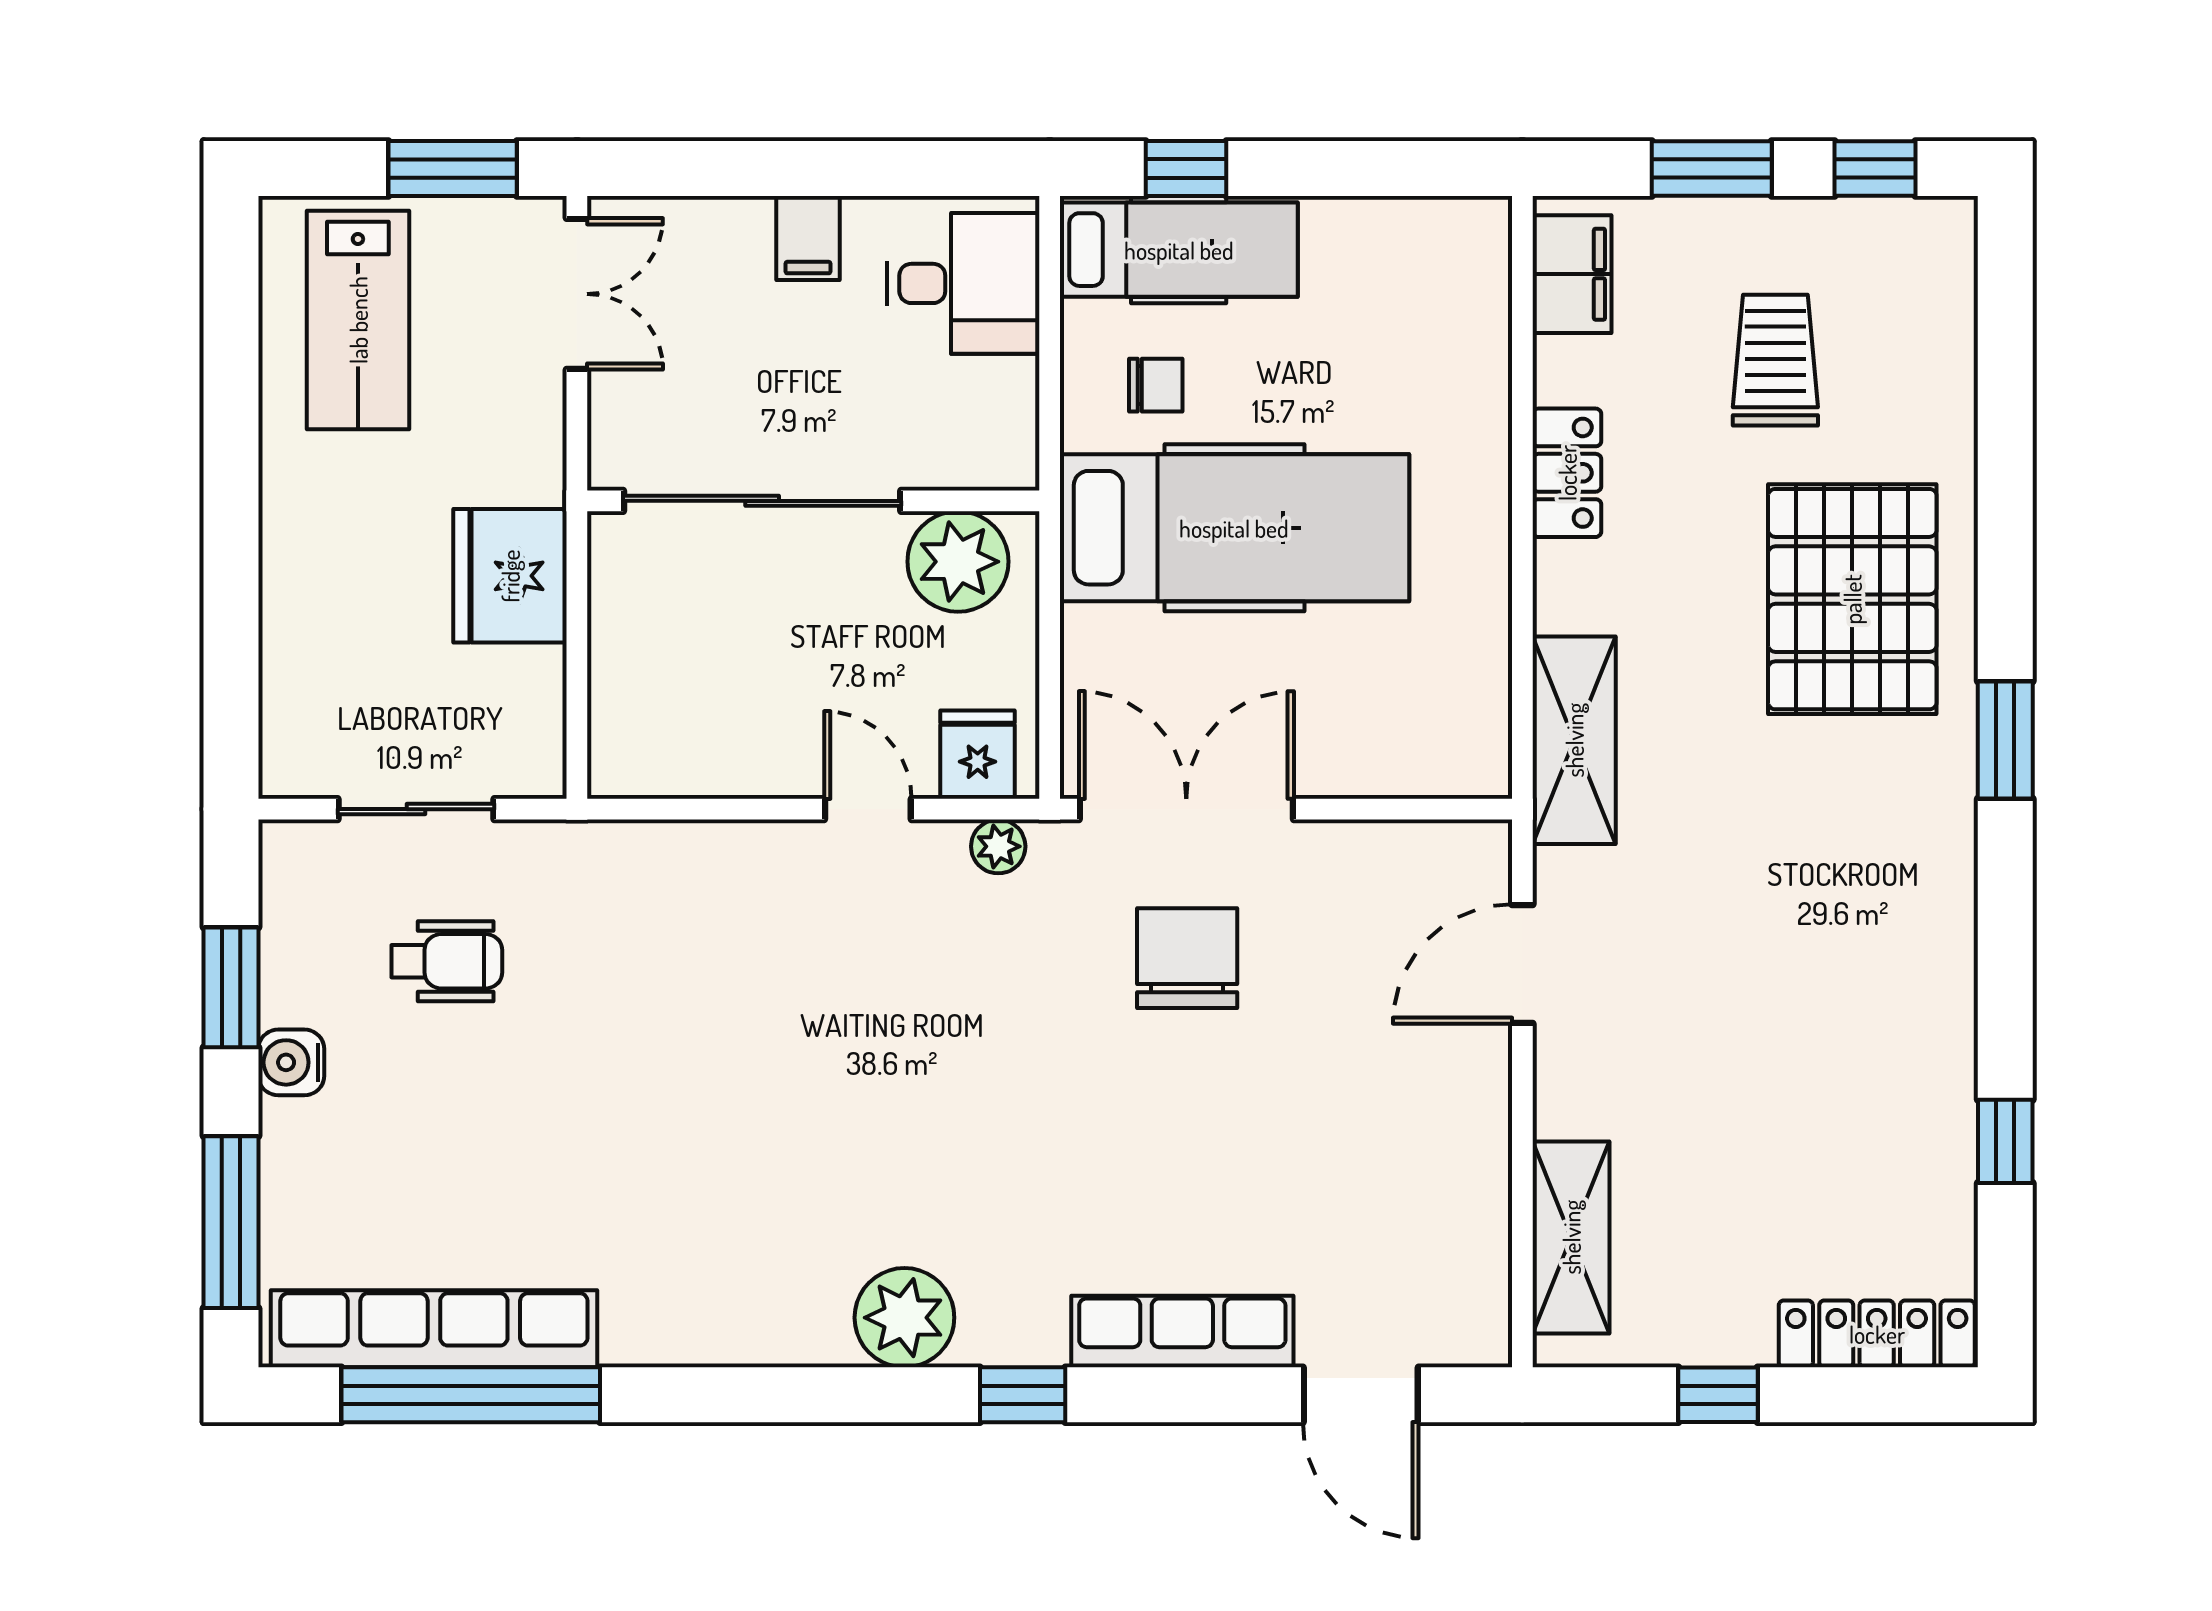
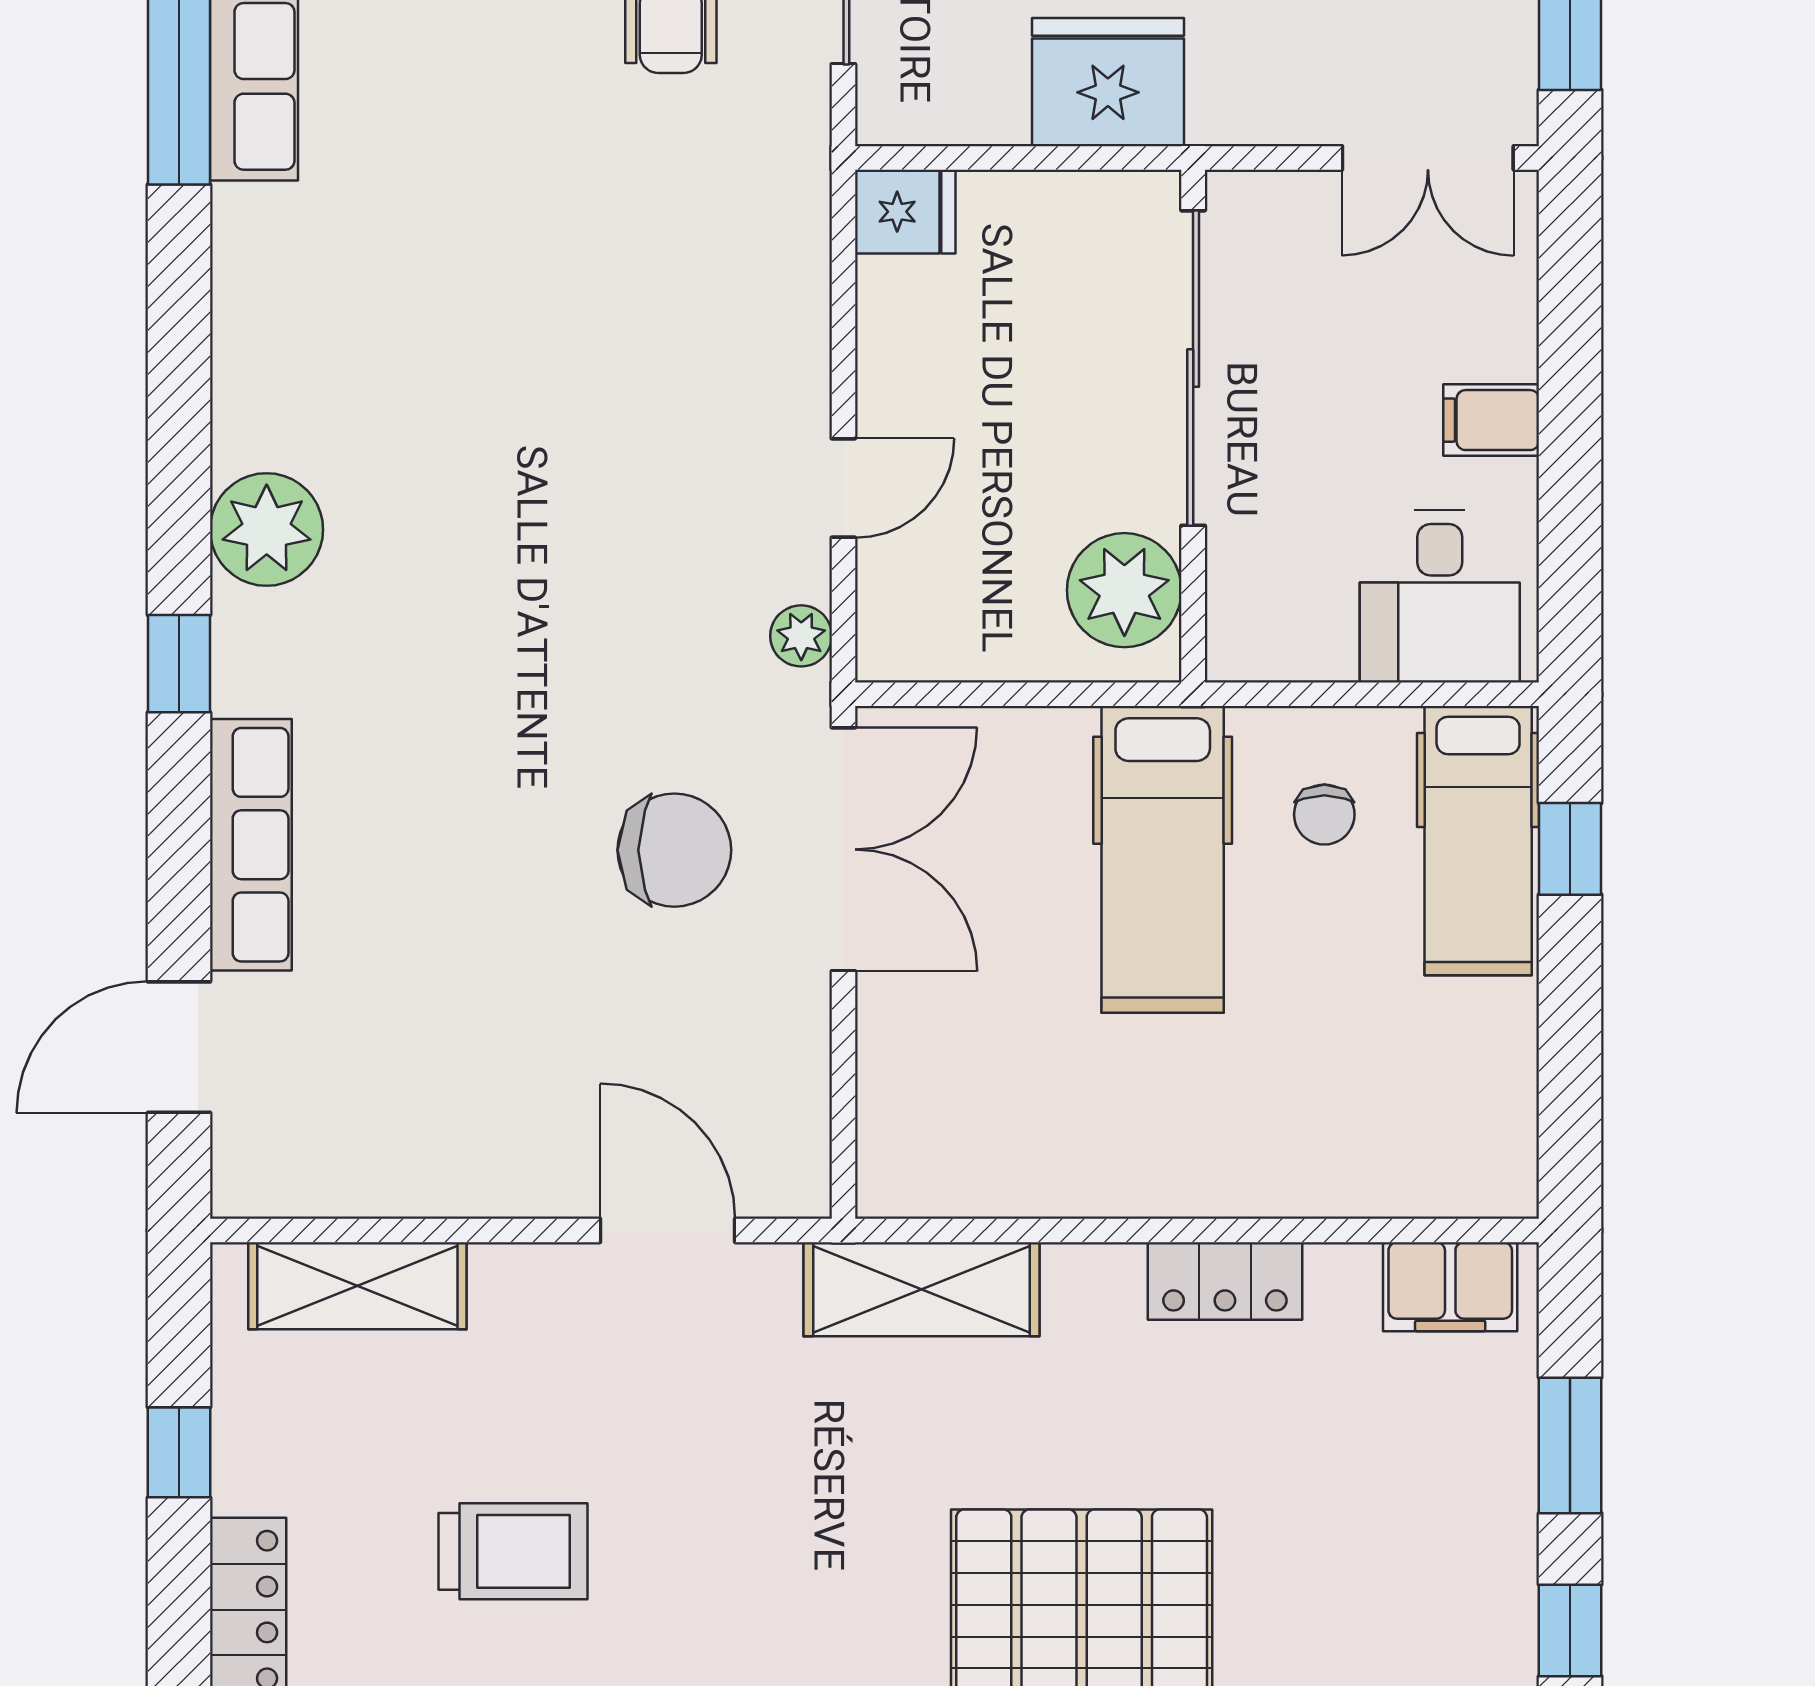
trolley: (1775, 360) -> (513, 1551), moved
hospital bed: (1234, 528) -> (1163, 859), width x0.73, depth x0.78
fridge: (978, 755) -> (905, 212), moved

